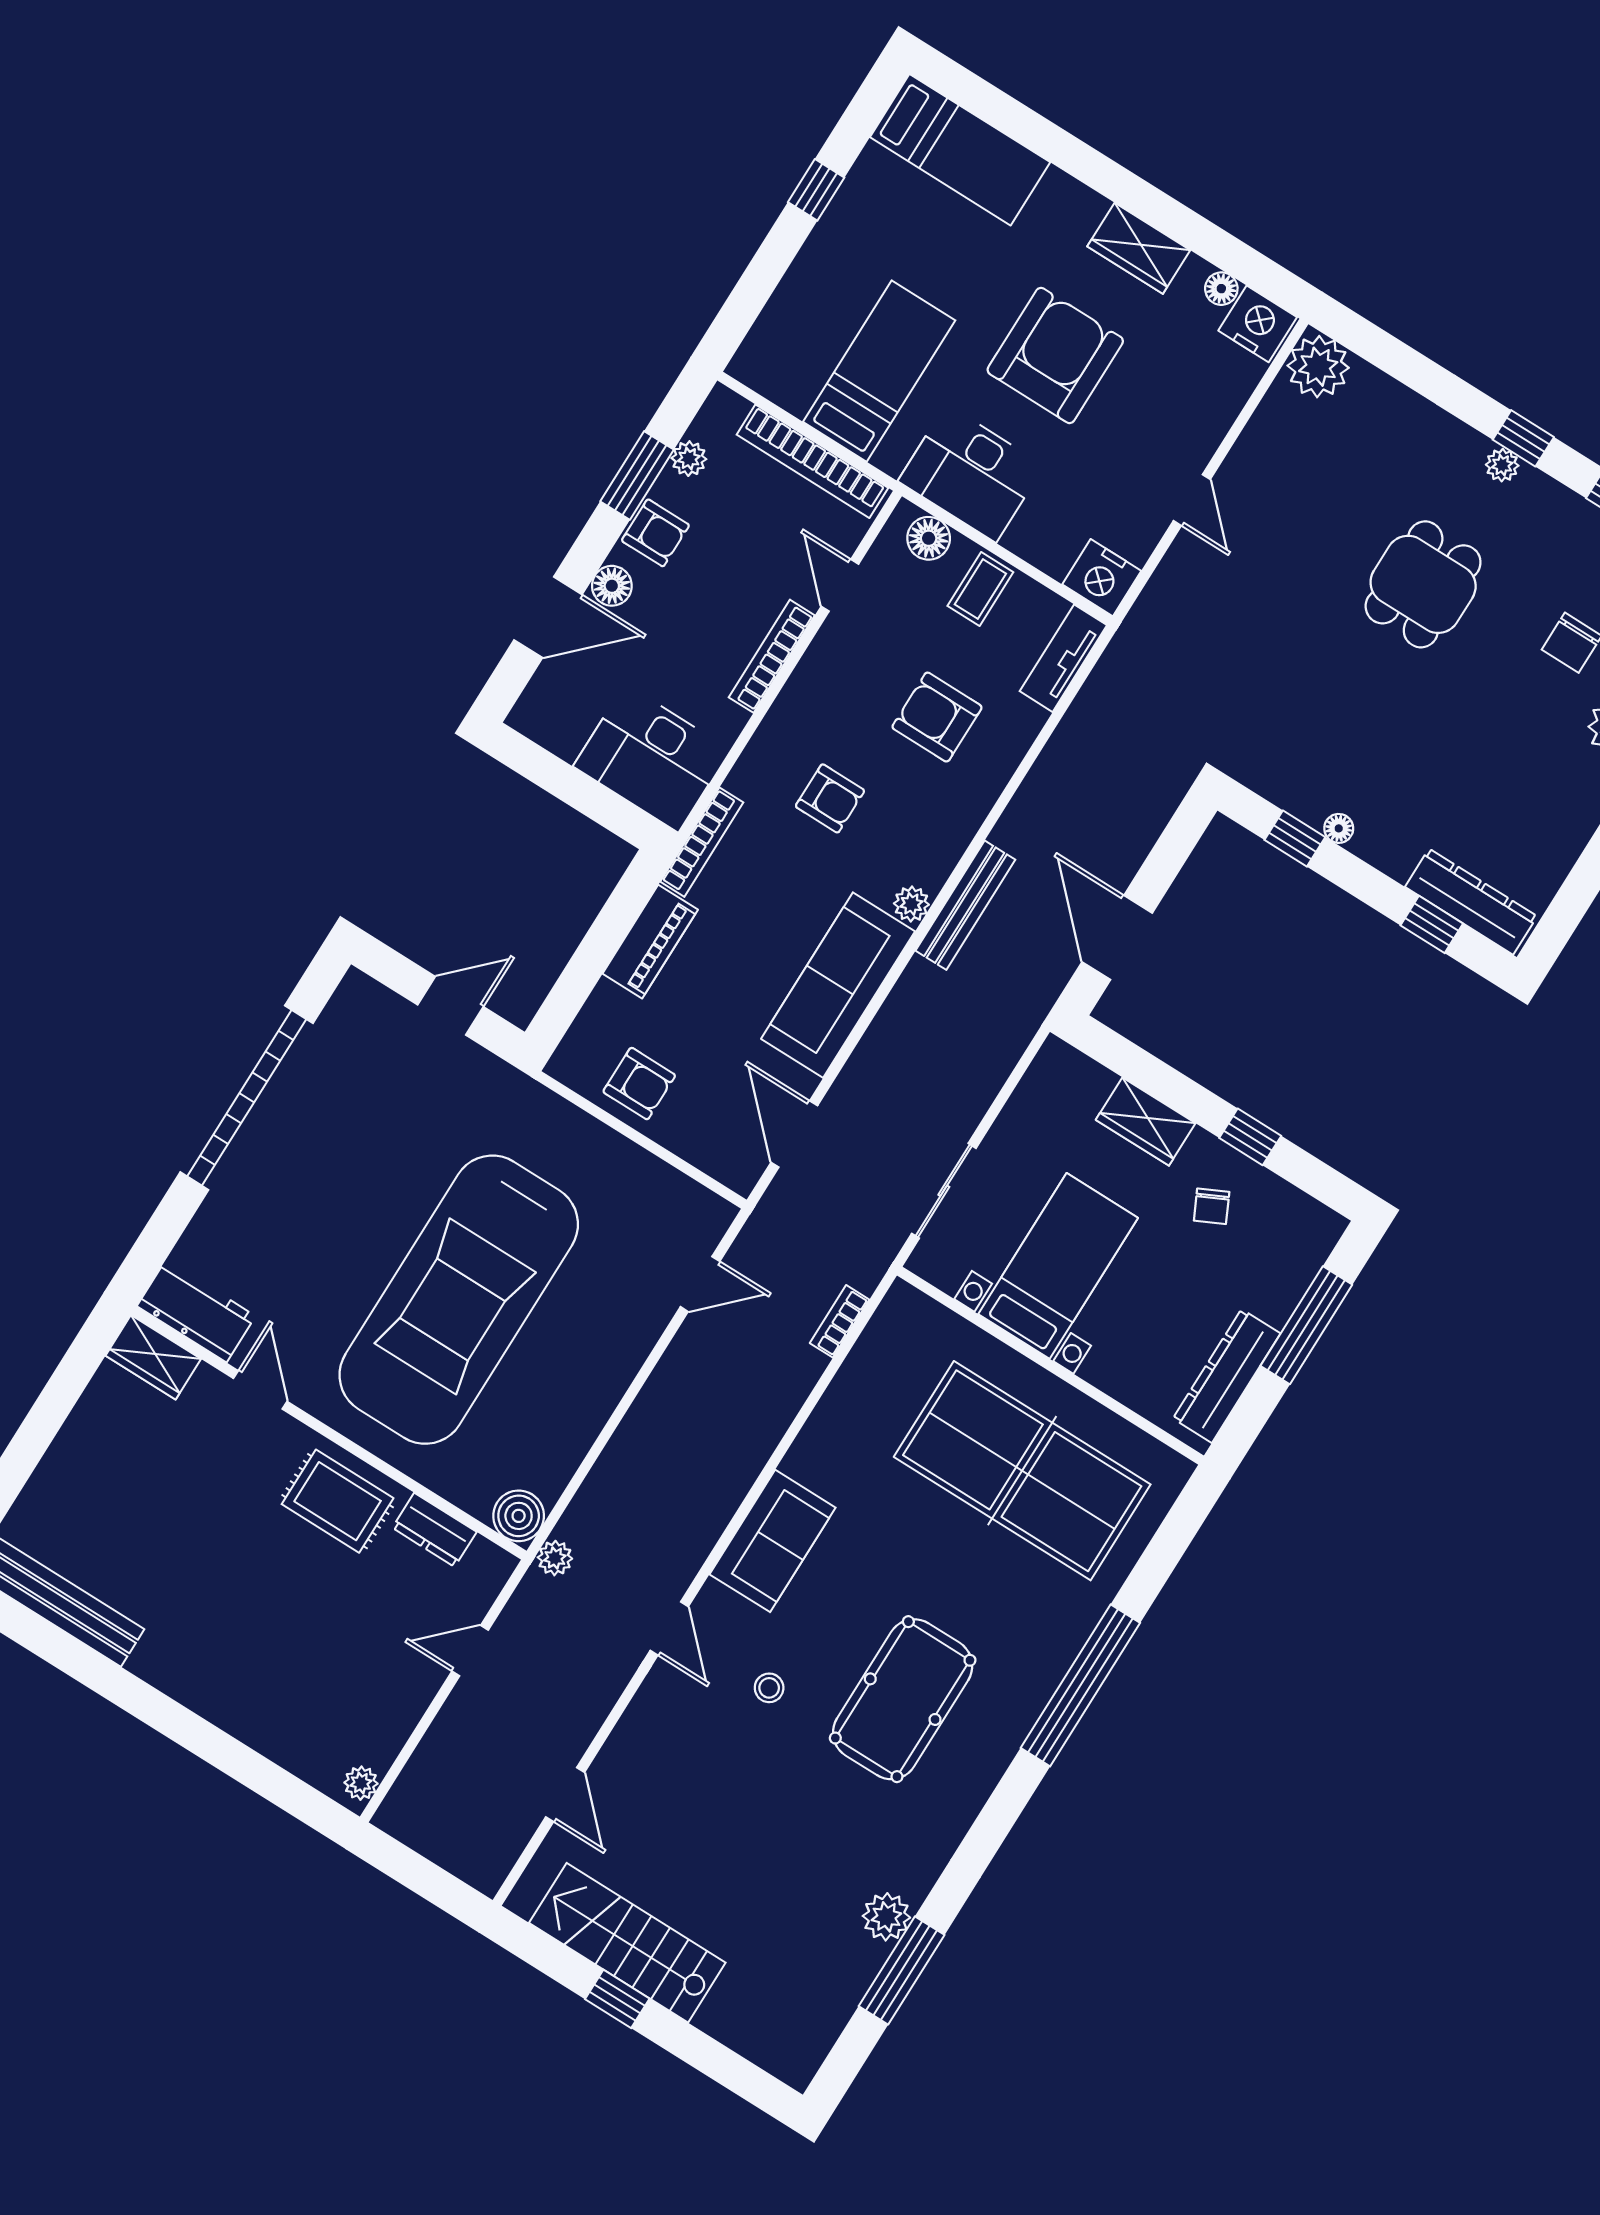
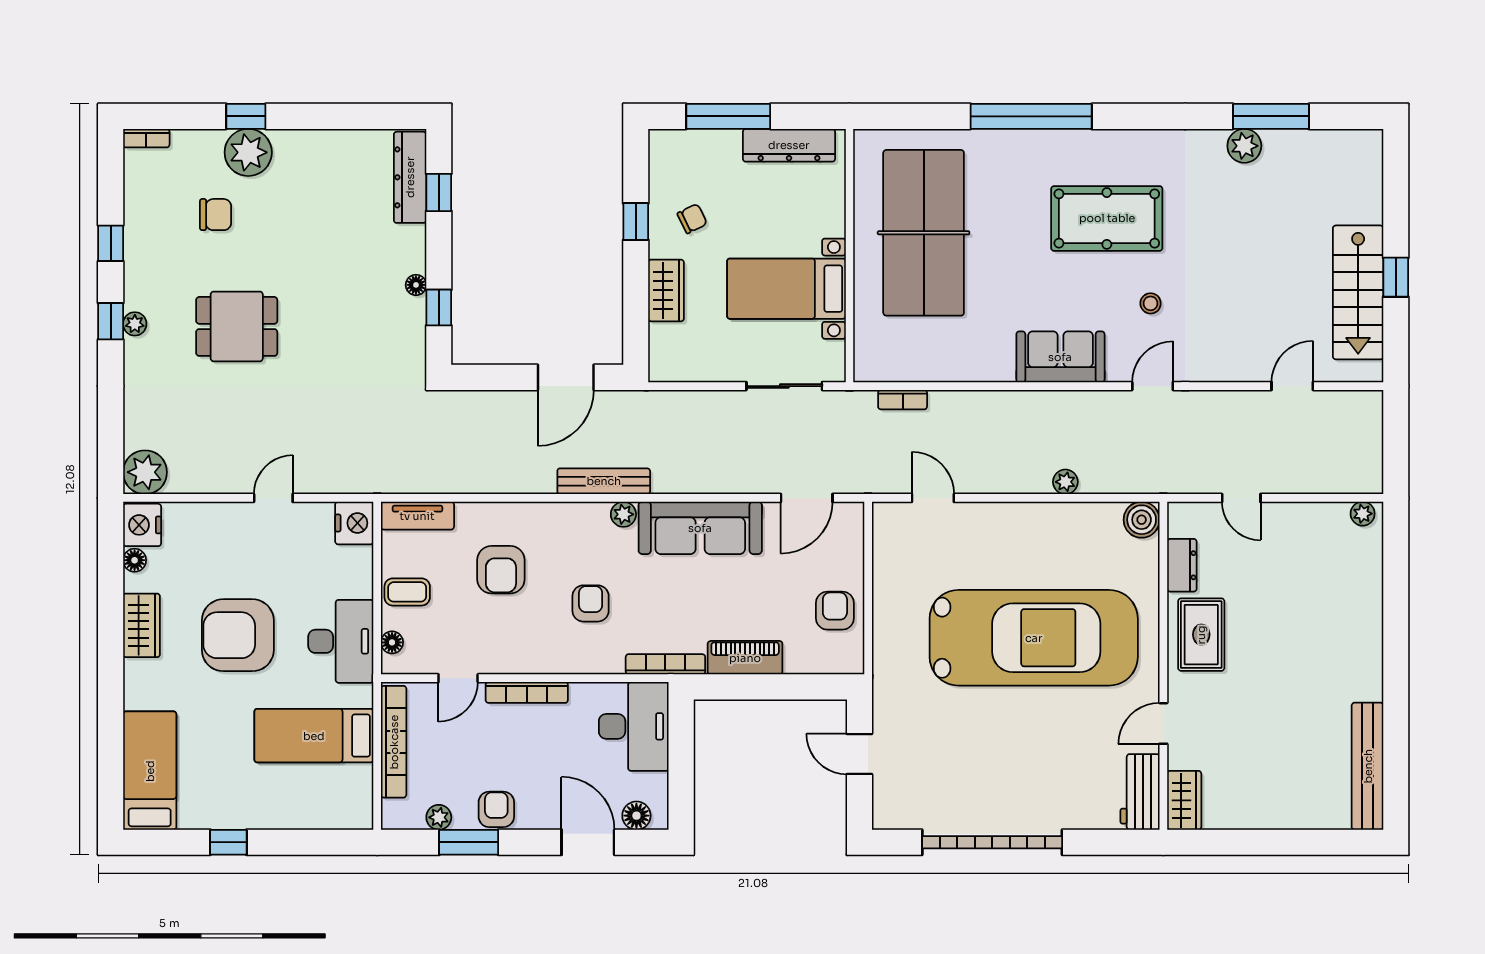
floor lamp: (929, 538) -> (392, 642), width x0.73, depth x0.73
floor lamp: (612, 586) -> (636, 816), moved
plant: (555, 1558) -> (1065, 482), moved

